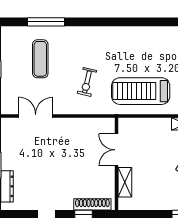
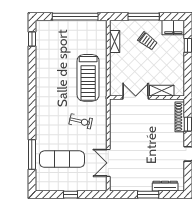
exercise mat: (40, 59) -> (62, 159), width x1.36, depth x1.45
double door: (117, 150) -> (136, 97), swing flipped

